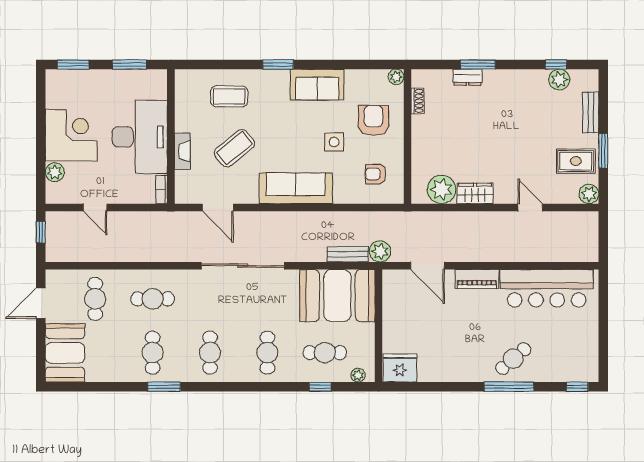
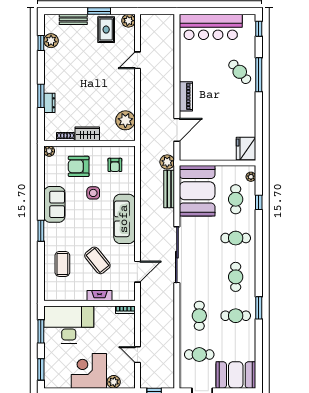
desk: (140, 137) -> (69, 324), moved
wardrobe: (475, 193) -> (87, 134), moved, turned 90
door: (95, 207) -> (137, 355), swing flipped
bench: (348, 254) -> (169, 189), width x1.36
bar counter: (547, 288) -> (211, 27), moved, turned 90
cafe table: (210, 353) -> (236, 277), turned 90

